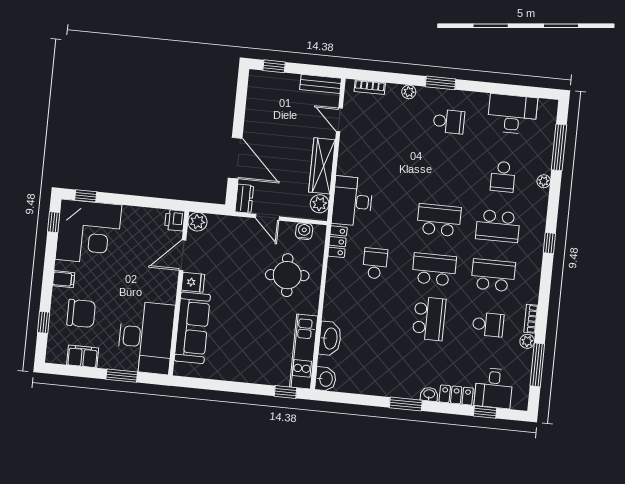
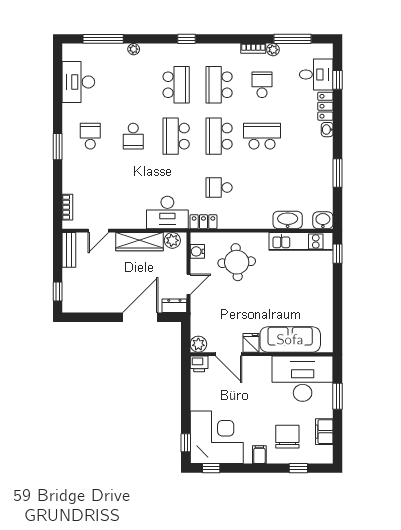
plant: (409, 92) -> (68, 173), removed
school desk: (503, 177) -> (133, 136), moved, turned 90
window: (406, 404) -> (338, 173), moved

